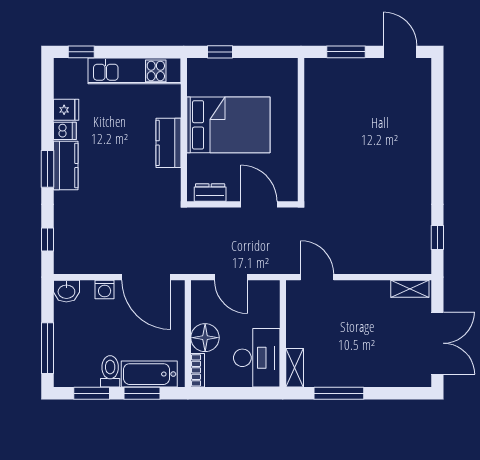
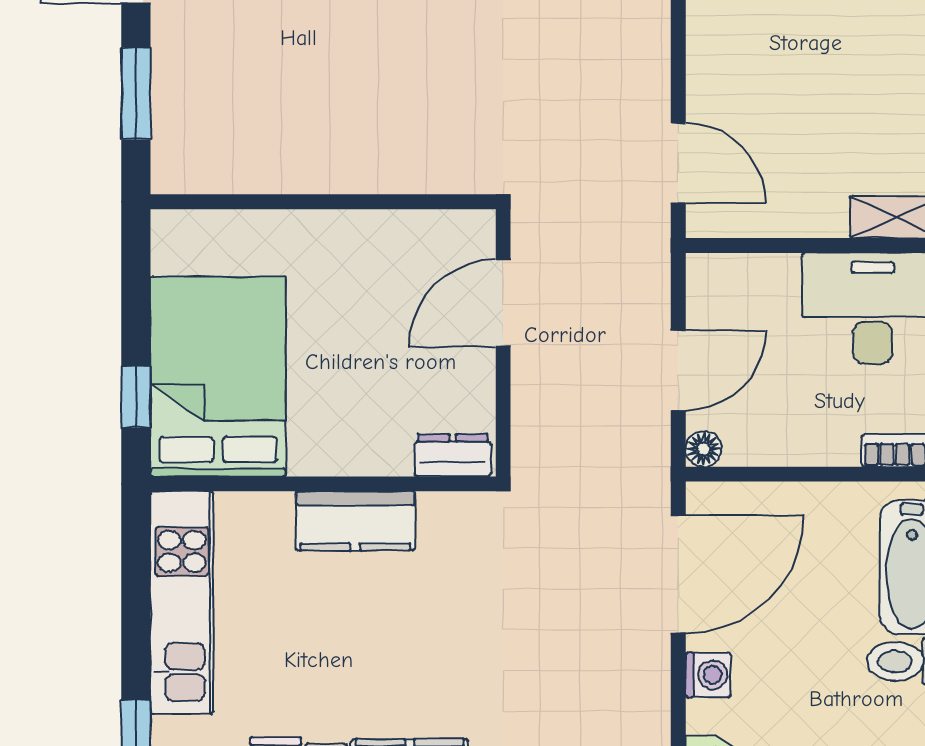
bed: (228, 125) -> (218, 377), moved
dresser: (210, 193) -> (453, 455), moved, turned 90
door: (317, 277) -> (678, 163), swing flipped
floor lamp: (205, 338) -> (704, 449), moved, width x0.53, depth x0.53

